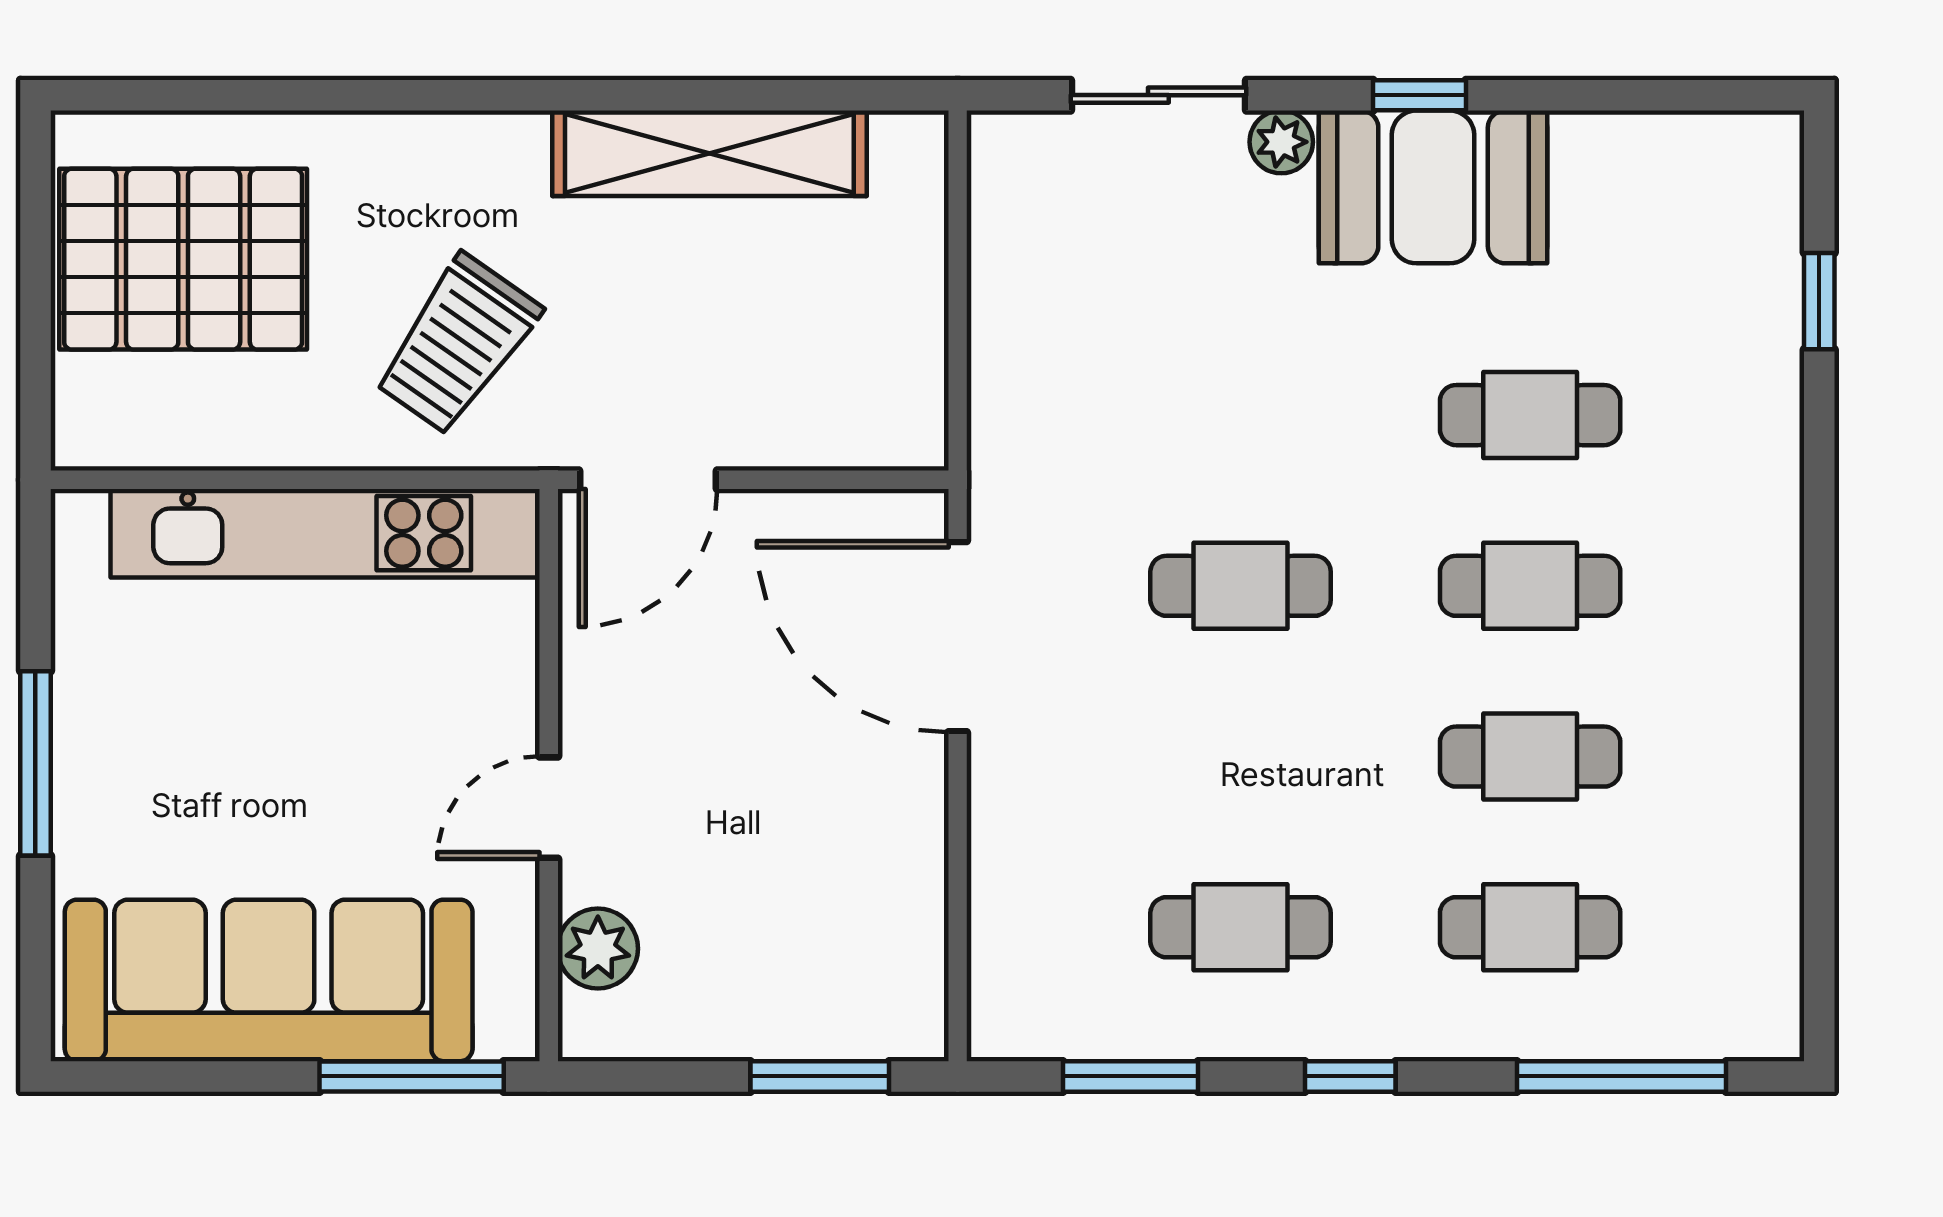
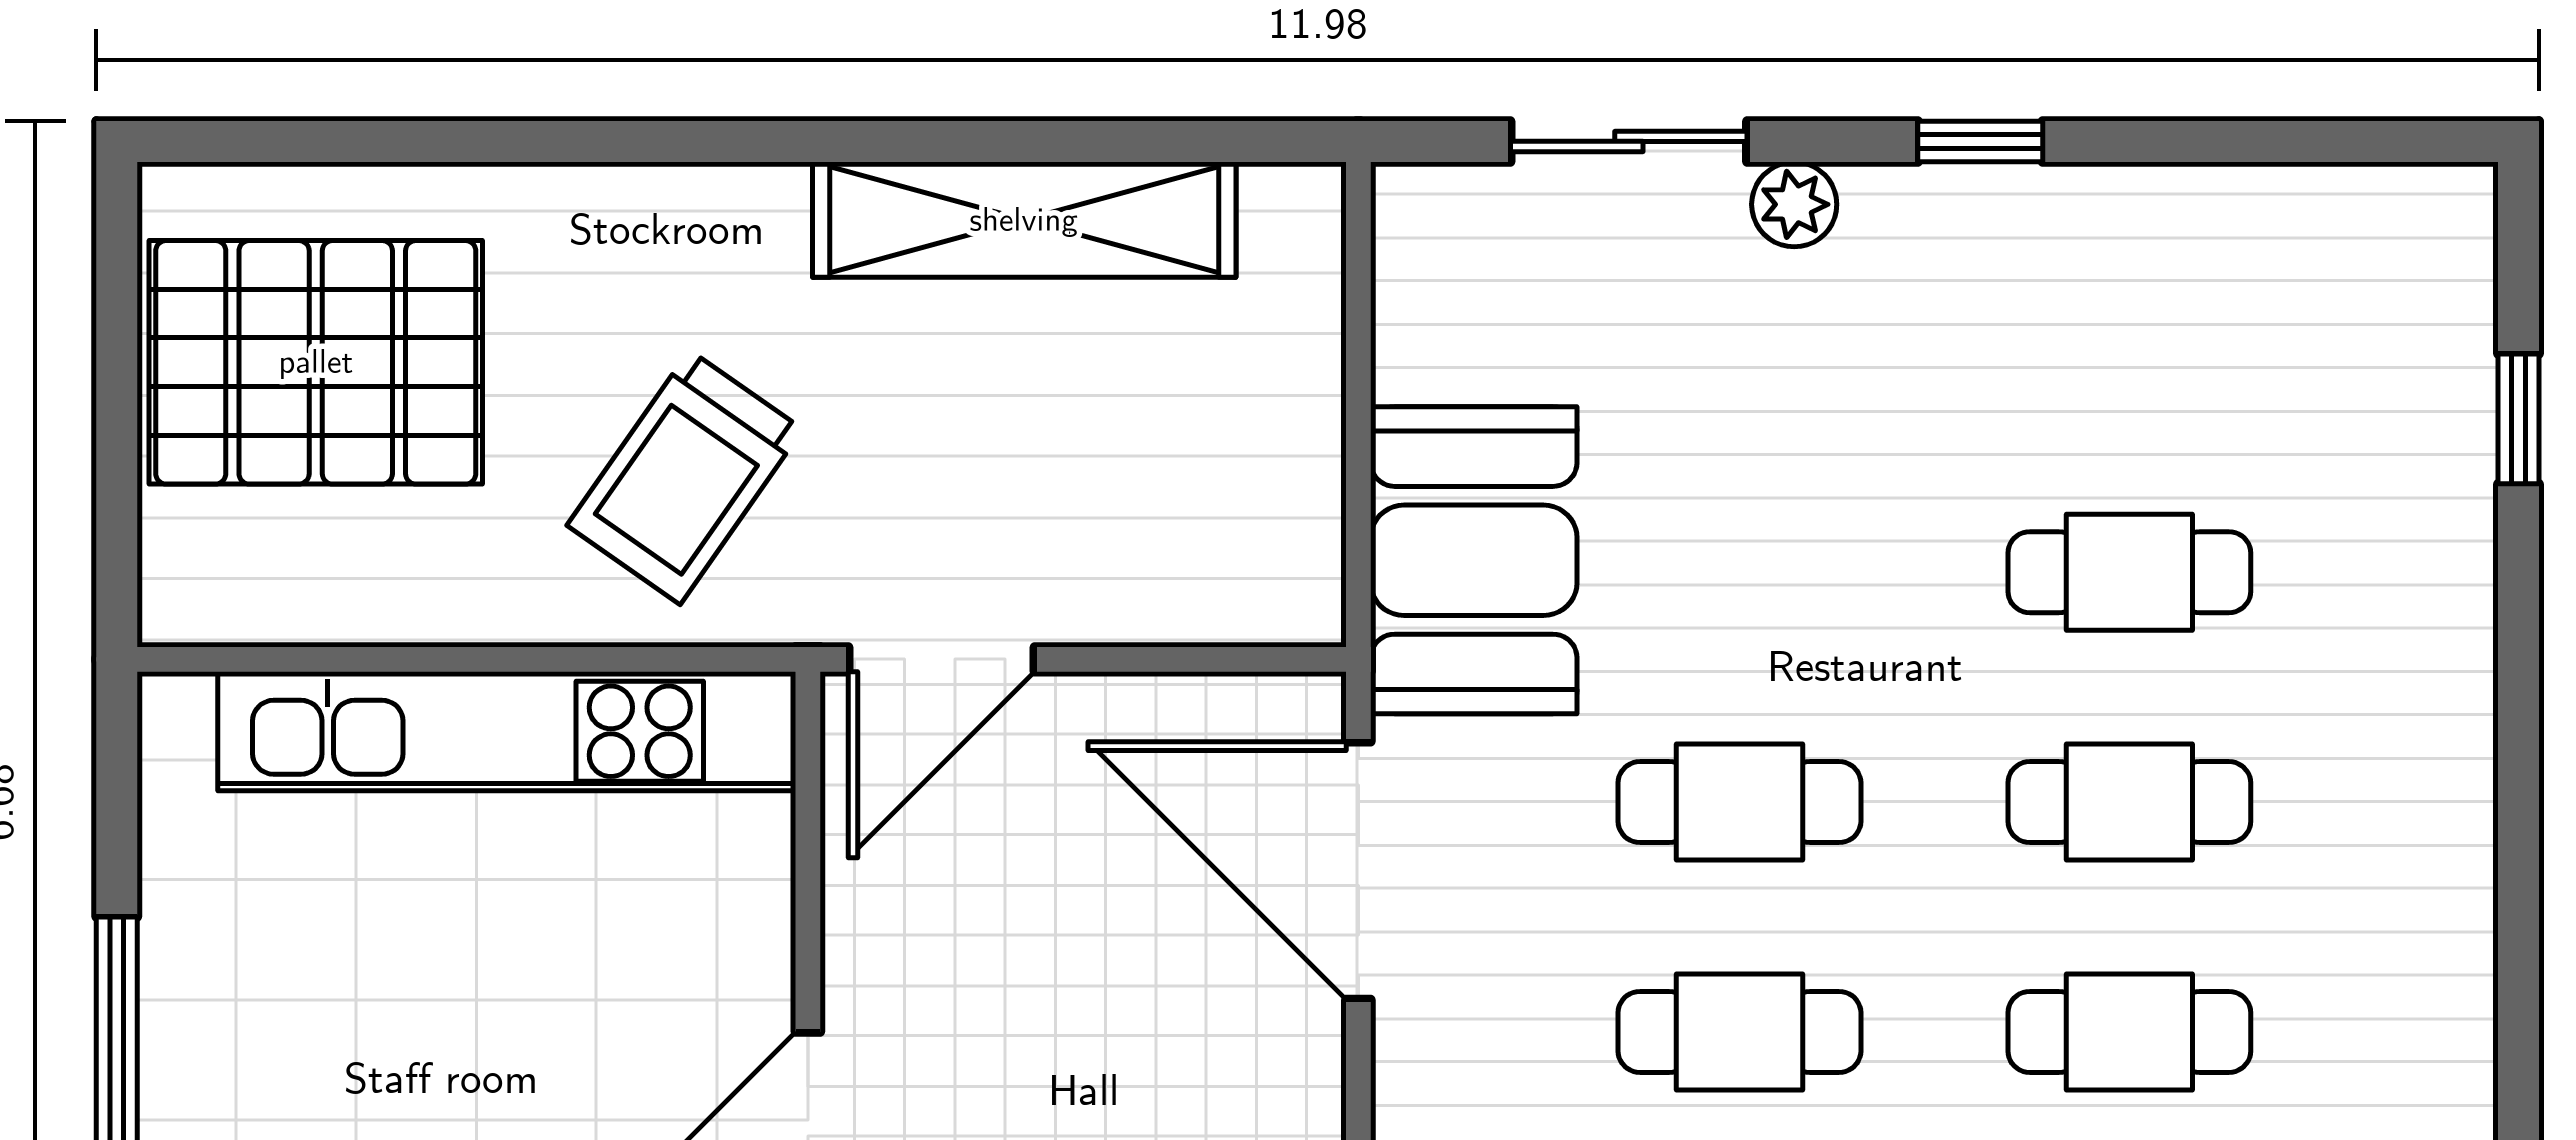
booth: (1433, 187) -> (1474, 560), moved, turned 90
cafe table: (1241, 757) -> (1739, 1032), added

